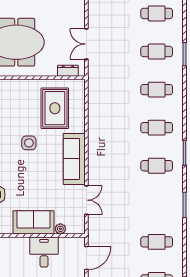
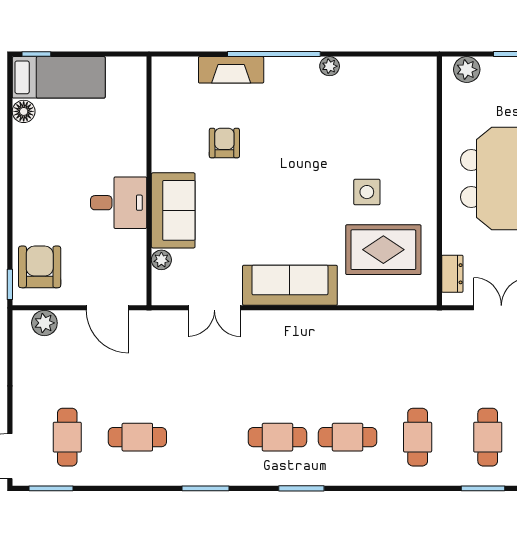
cafe table: (157, 128) -> (348, 437), turned 90
side table: (29, 143) -> (367, 192), moved
cafe table: (157, 166) -> (277, 437), turned 90
cafe table: (157, 242) -> (137, 437), turned 90
desk: (44, 252) -> (119, 203), moved

